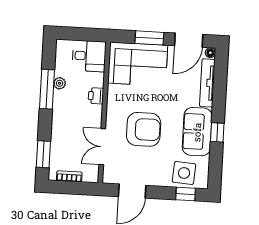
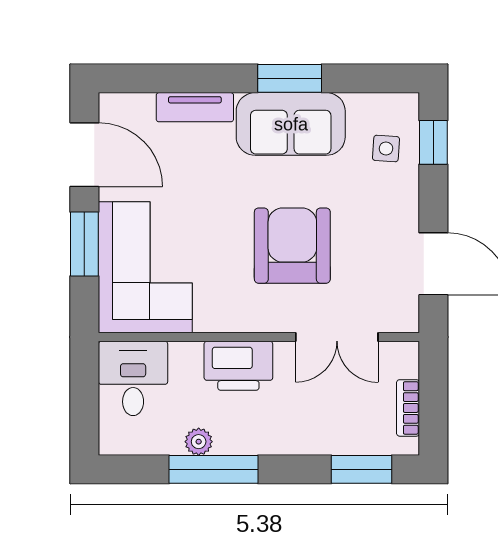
floor lamp: (210, 53) -> (110, 104), removed
tv unit: (207, 83) -> (195, 107), width x0.71
printer: (96, 96) -> (238, 366), width x1.87, depth x1.48
window: (217, 132) -> (290, 78), width x1.50
side table: (184, 173) -> (386, 149), width x0.54, depth x0.54

